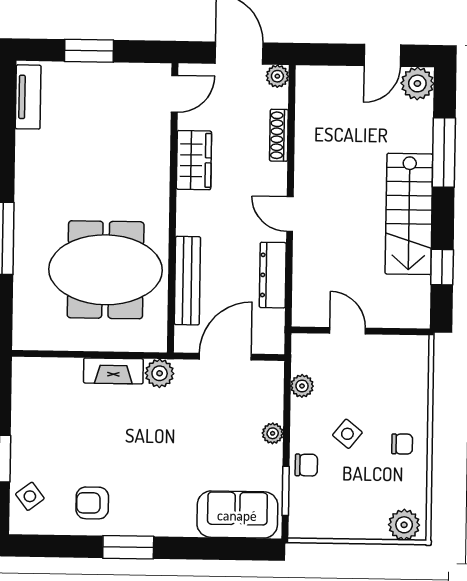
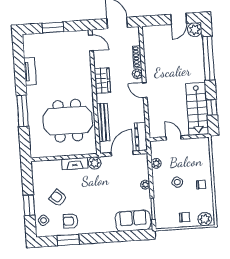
plant: (277, 76) -> (137, 74), moved
door: (175, 94) -> (91, 43), hinge flipped
tv unit: (28, 97) -> (30, 71), moved
window: (444, 152) -> (208, 58), width x1.46
wardrobe: (194, 160) -> (102, 81), moved
stairs: (409, 214) -> (197, 109), moved
dresser: (273, 275) -> (141, 137), moved
armchair: (68, 447) -> (58, 198), added
chair: (306, 465) -> (185, 217), moved
window: (128, 547) -> (68, 240), moved

